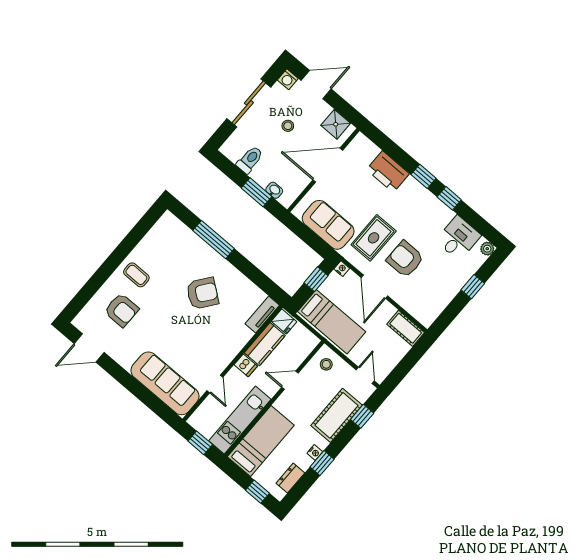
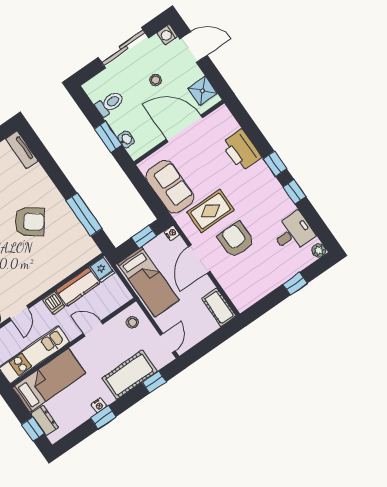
window: (214, 240) -> (84, 215), moved
tv unit: (262, 314) -> (22, 150), moved, turned -90
dresser: (290, 478) -> (45, 420), moved, turned 90

